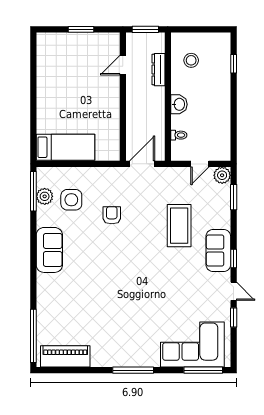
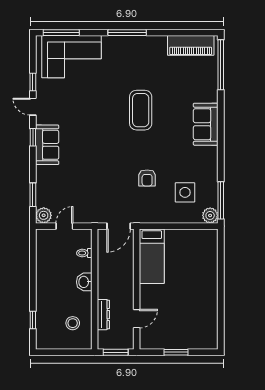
bed: (65, 147) -> (152, 256), moved, turned -90
plant: (45, 196) -> (210, 215), moved
coffee table: (179, 226) -> (141, 110), moved
sofa: (49, 250) -> (206, 124), moved

